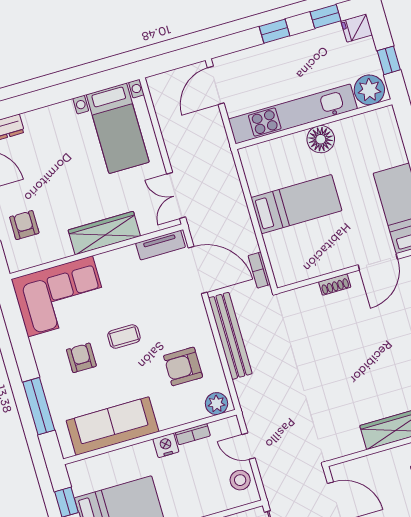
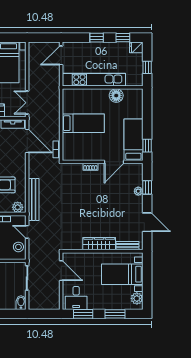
plant: (369, 90) -> (134, 79), removed
floor lamp: (321, 139) -> (116, 96), moved
bench: (230, 336) -> (34, 199), moved

